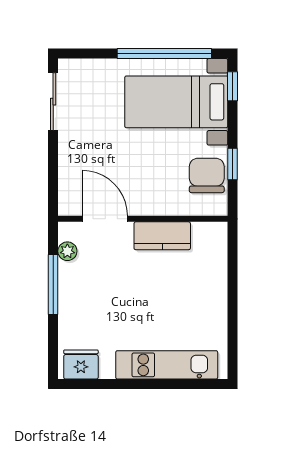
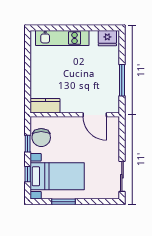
window: (164, 54) -> (64, 202), width x0.47
window: (233, 86) -> (28, 174), moved
kitchen counter: (162, 236) -> (45, 106), moved
plant: (67, 251) -> (114, 98), removed

